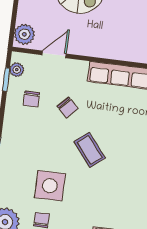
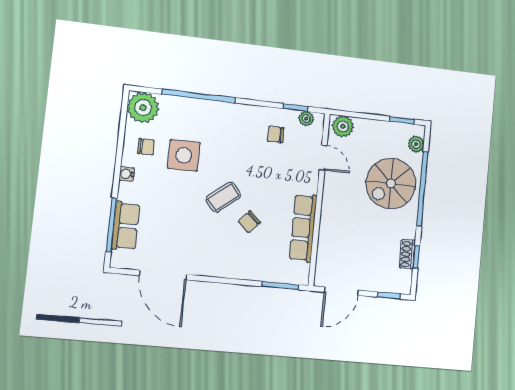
chair: (68, 107) -> (249, 222), moved

